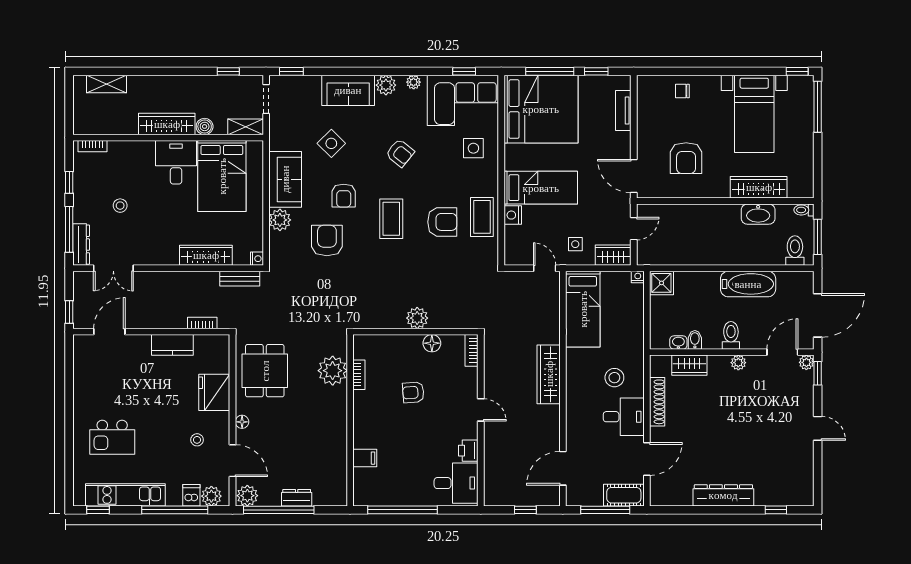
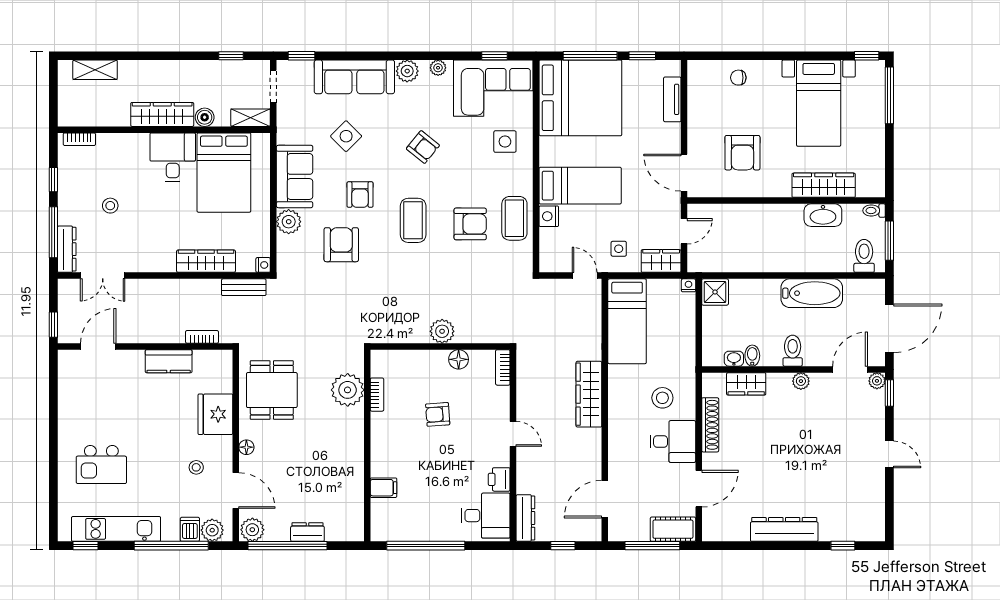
sofa: (348, 90) -> (354, 77), width x1.36
dresser: (492, 485) -> (525, 518), added

